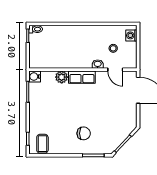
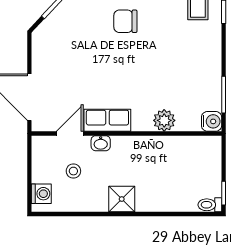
shower: (86, 32) -> (122, 199), added
door: (115, 70) -> (70, 133), hinge flipped
row of seats: (82, 77) -> (107, 120), moved

